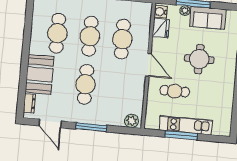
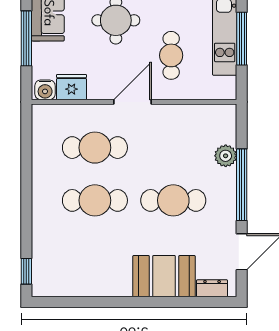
plant: (185, 10) -> (39, 51), removed
cafe table: (57, 33) -> (95, 253), removed
plant: (132, 121) -> (226, 156), moved
window: (91, 127) -> (242, 185), width x1.46

